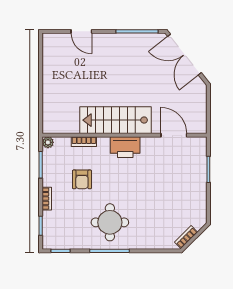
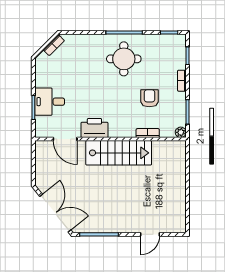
door: (81, 31) -> (150, 234), swing flipped
printer: (125, 147) -> (94, 128), moved
desk: (191, 176) -> (50, 102), added

